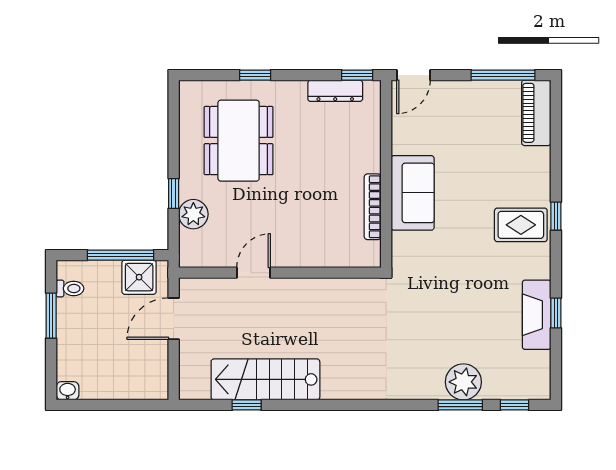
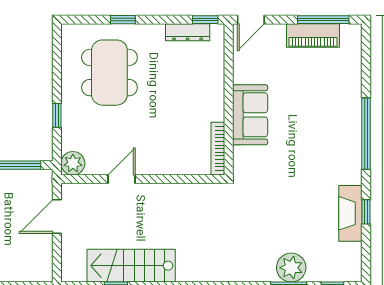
piano: (536, 113) -> (313, 35), moved, turned -90
bookcase: (373, 207) -> (218, 149), moved
plant: (193, 214) -> (73, 163), moved
window: (556, 216) -> (366, 134), width x3.17
rug: (521, 225) -> (338, 141), removed
shower: (139, 277) -> (29, 183), removed

